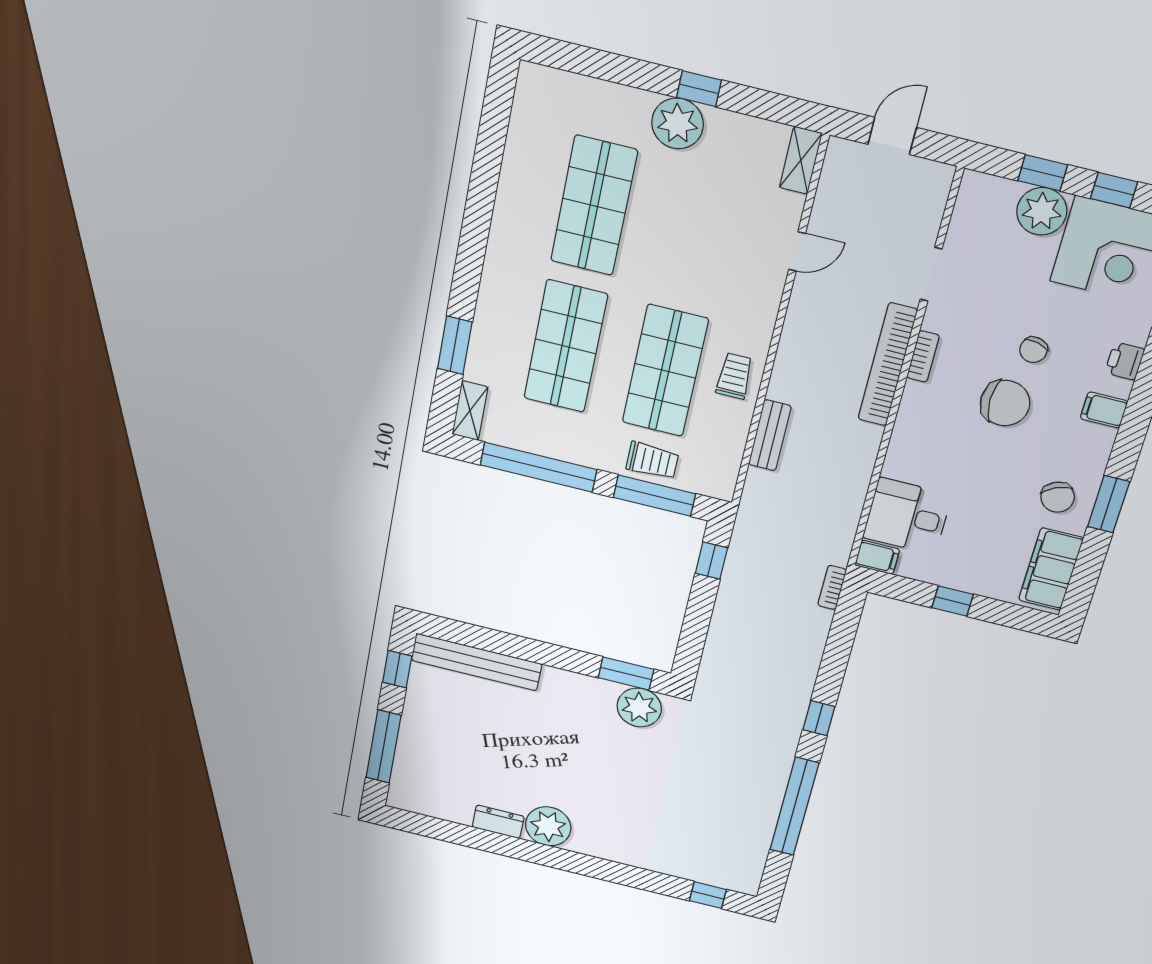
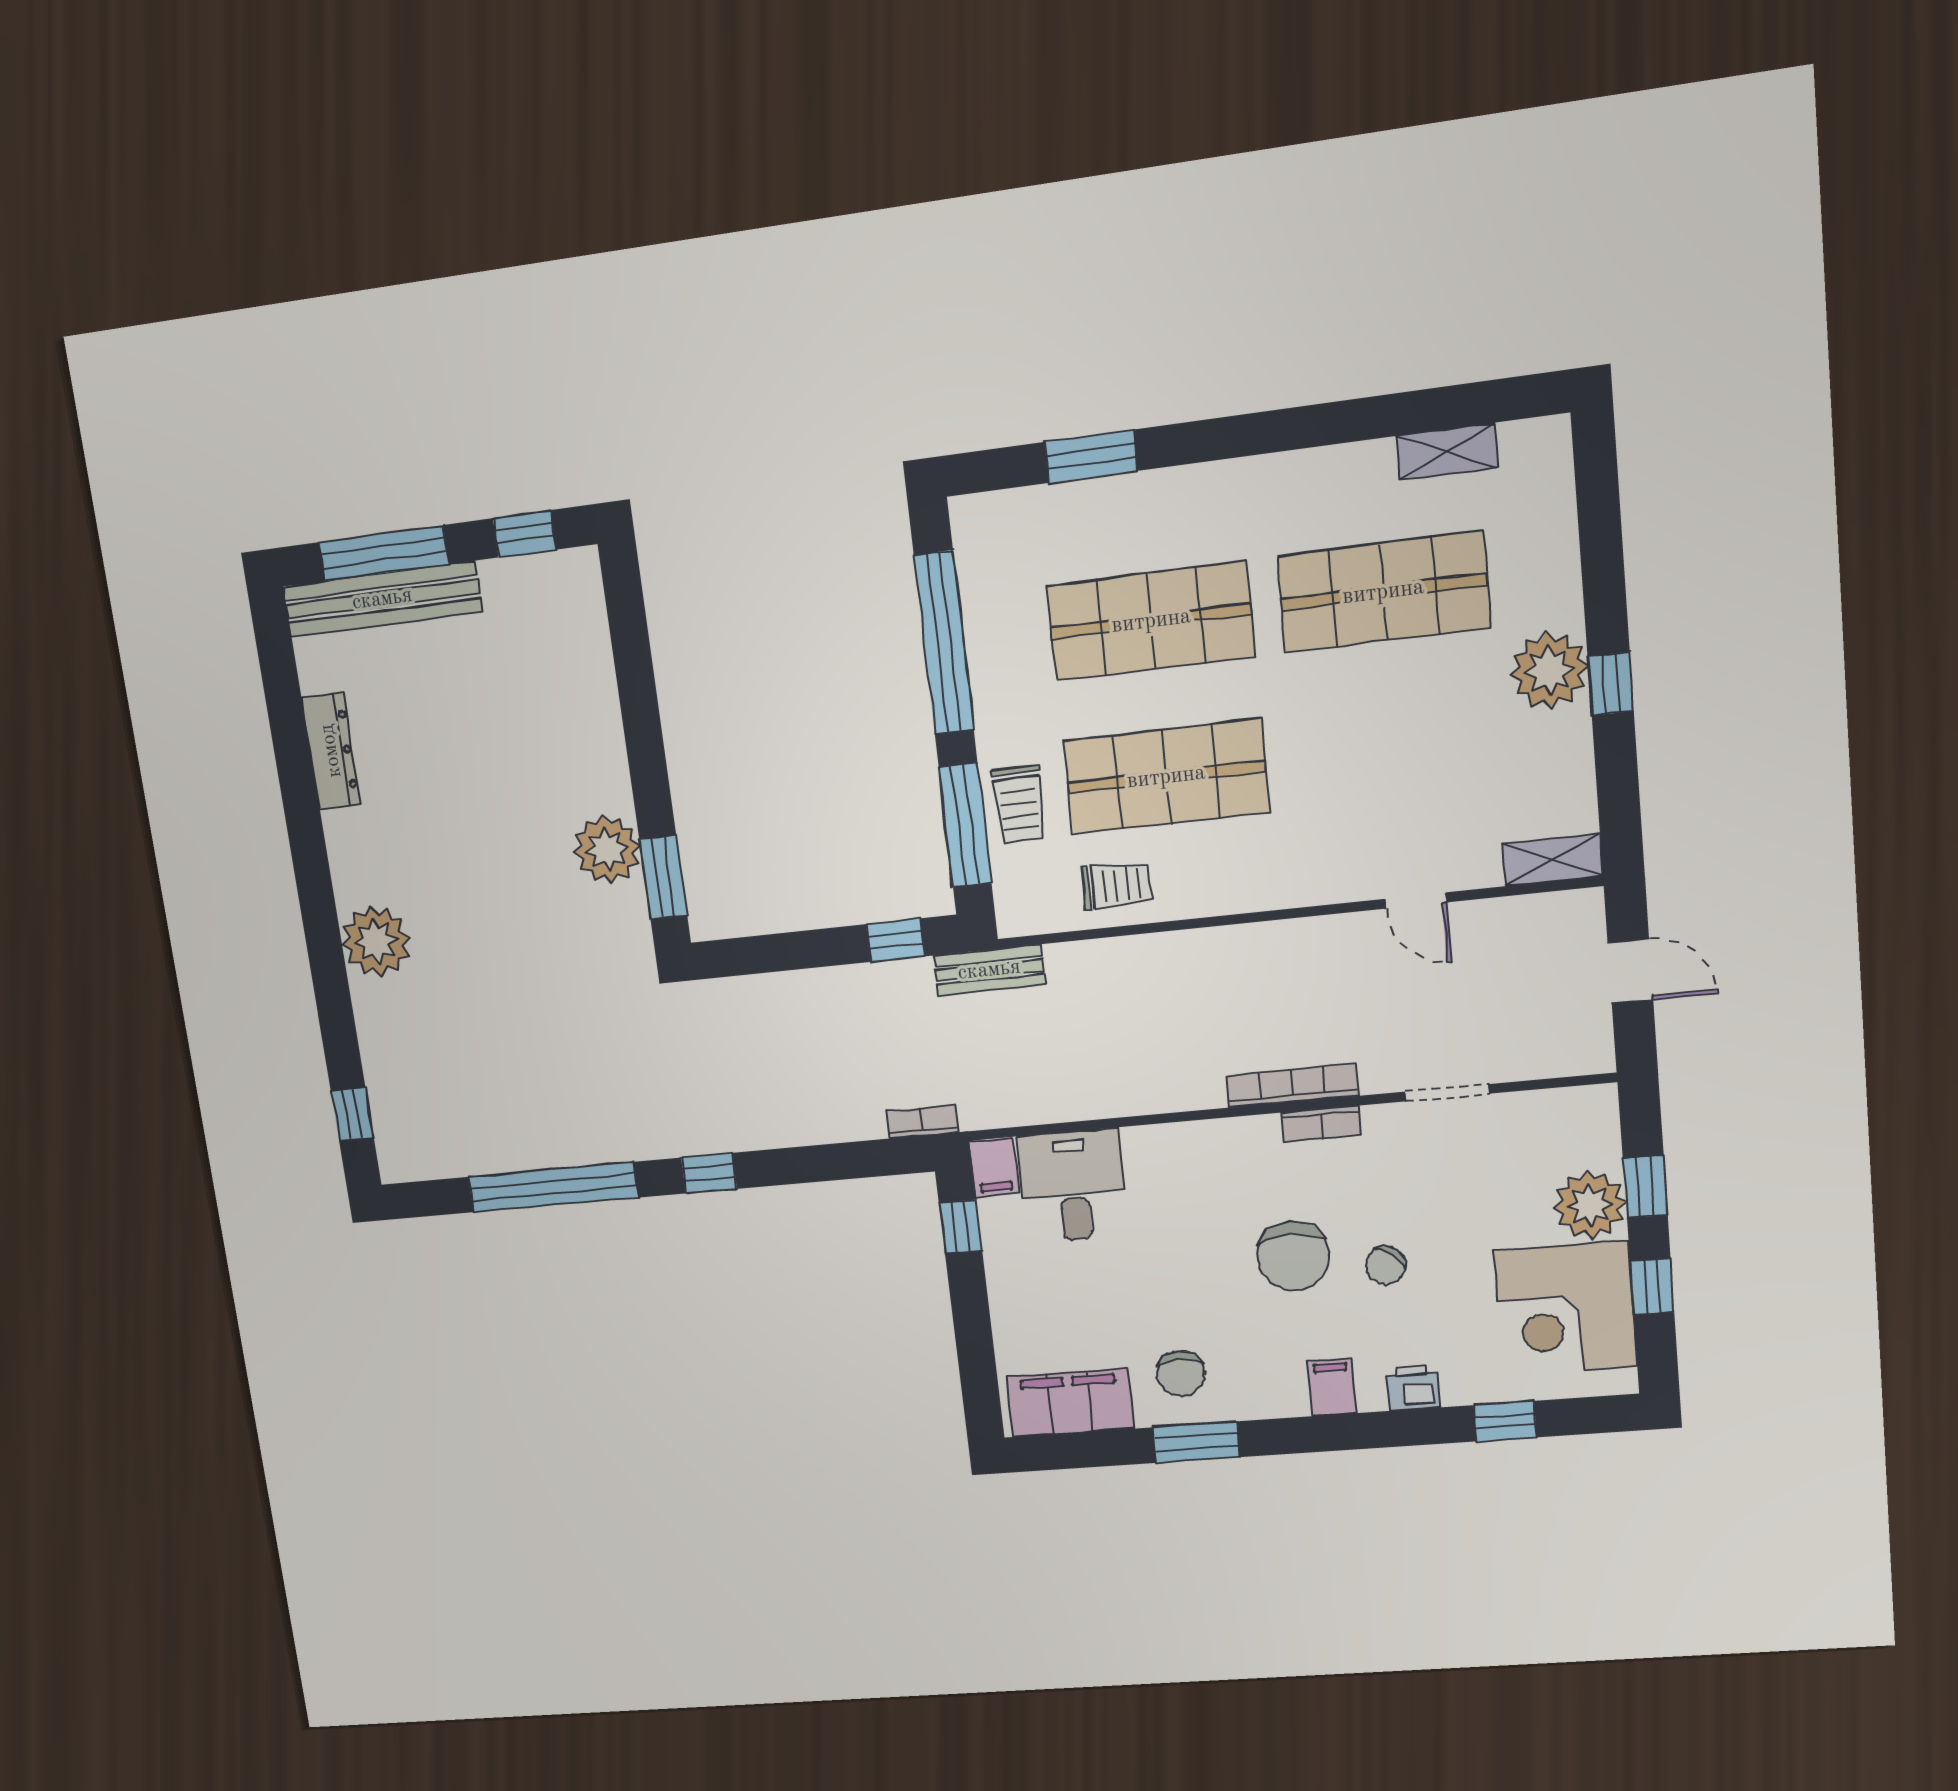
chair: (1033, 350) -> (1386, 1265), turned -64
bookcase: (888, 365) -> (1292, 1086), width x0.68, depth x0.76
trolley: (734, 376) -> (1117, 885), moved
shelving: (470, 411) -> (1447, 452), moved
bench: (770, 435) -> (989, 970), moved
chair: (1058, 497) -> (1181, 1373), turned -65
window: (953, 601) -> (961, 1227), moved
bench: (477, 662) -> (382, 599), moved, turned 90
plant: (639, 707) -> (607, 850), moved
dresser: (498, 822) -> (331, 751), width x1.44
plant: (548, 826) -> (376, 941), moved

